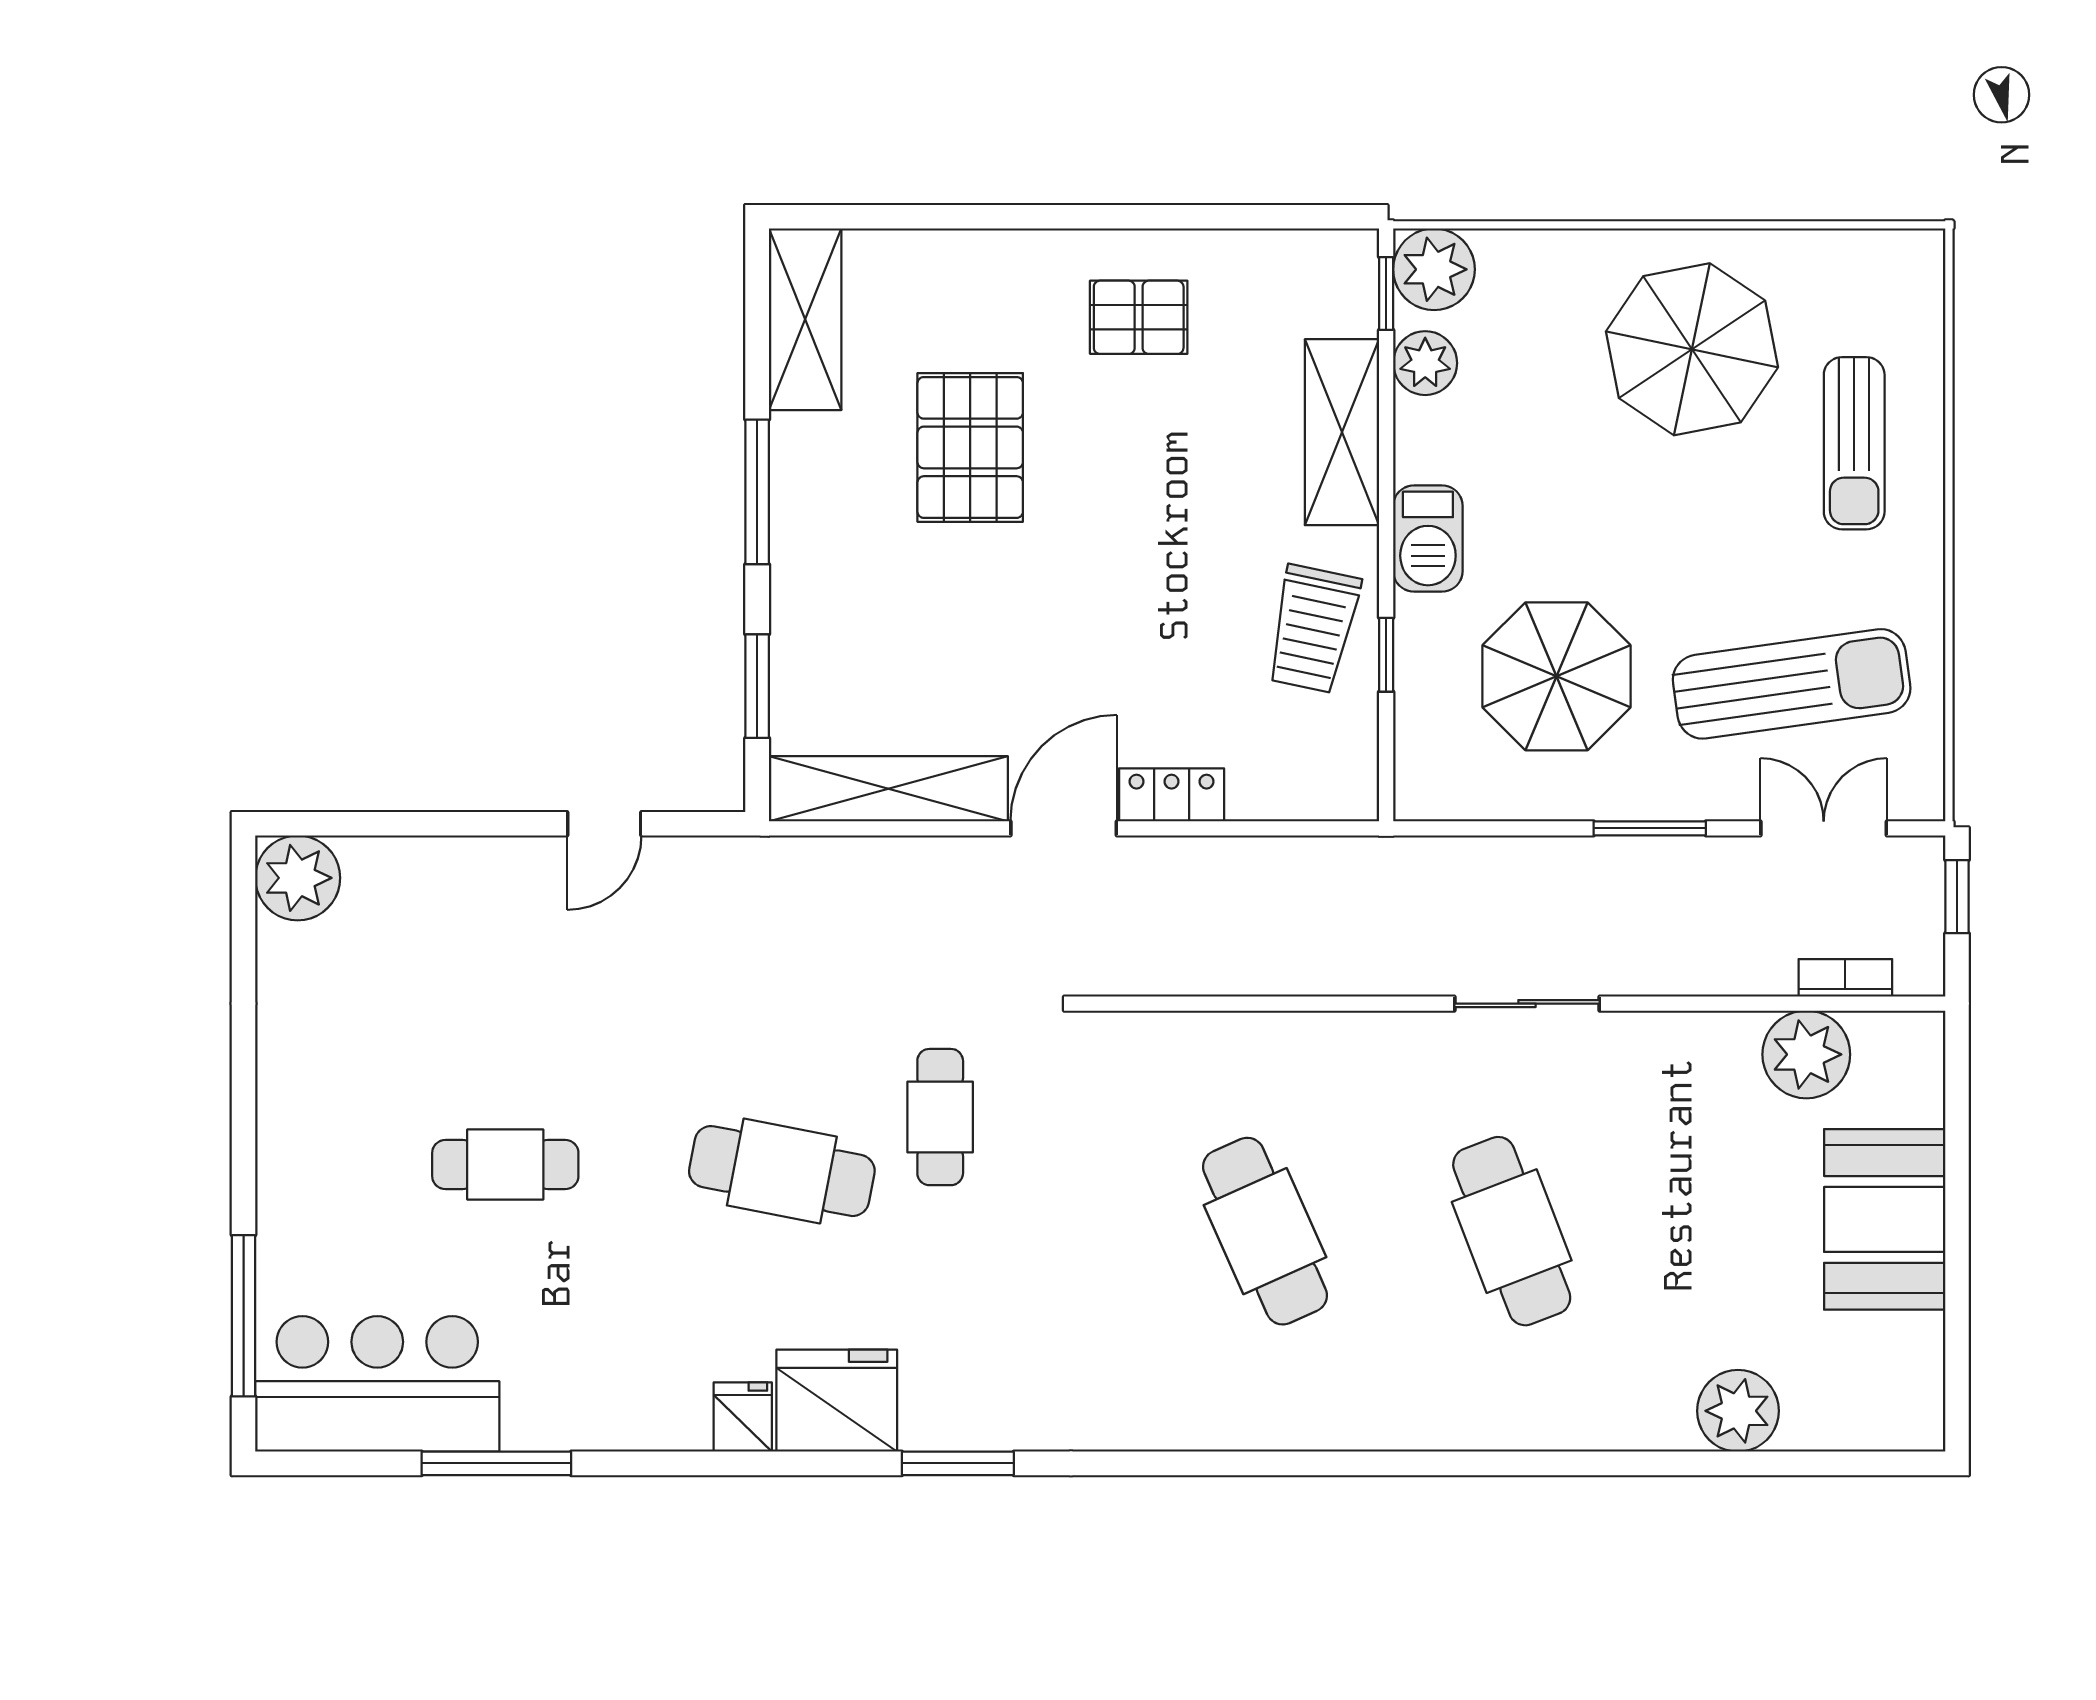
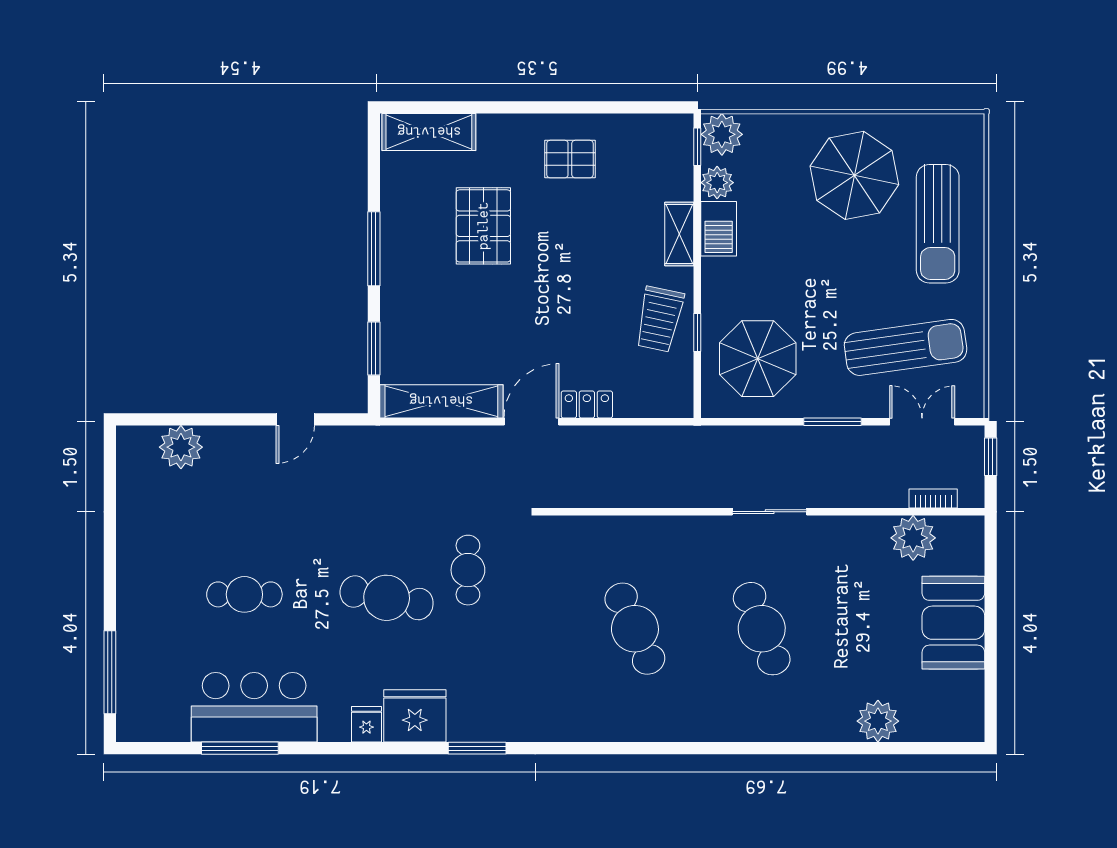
shelving: (805, 319) -> (429, 132), moved, turned 90
shelving: (1342, 432) -> (679, 234), width x0.67, depth x0.75
sun lounger: (1854, 443) -> (938, 224), width x1.36, depth x1.34
barbecue: (1428, 539) -> (719, 229), moved
parasol: (1556, 676) -> (758, 359), moved
plant: (298, 878) -> (181, 447), moved
bar counter: (377, 1384) -> (254, 707), moved

